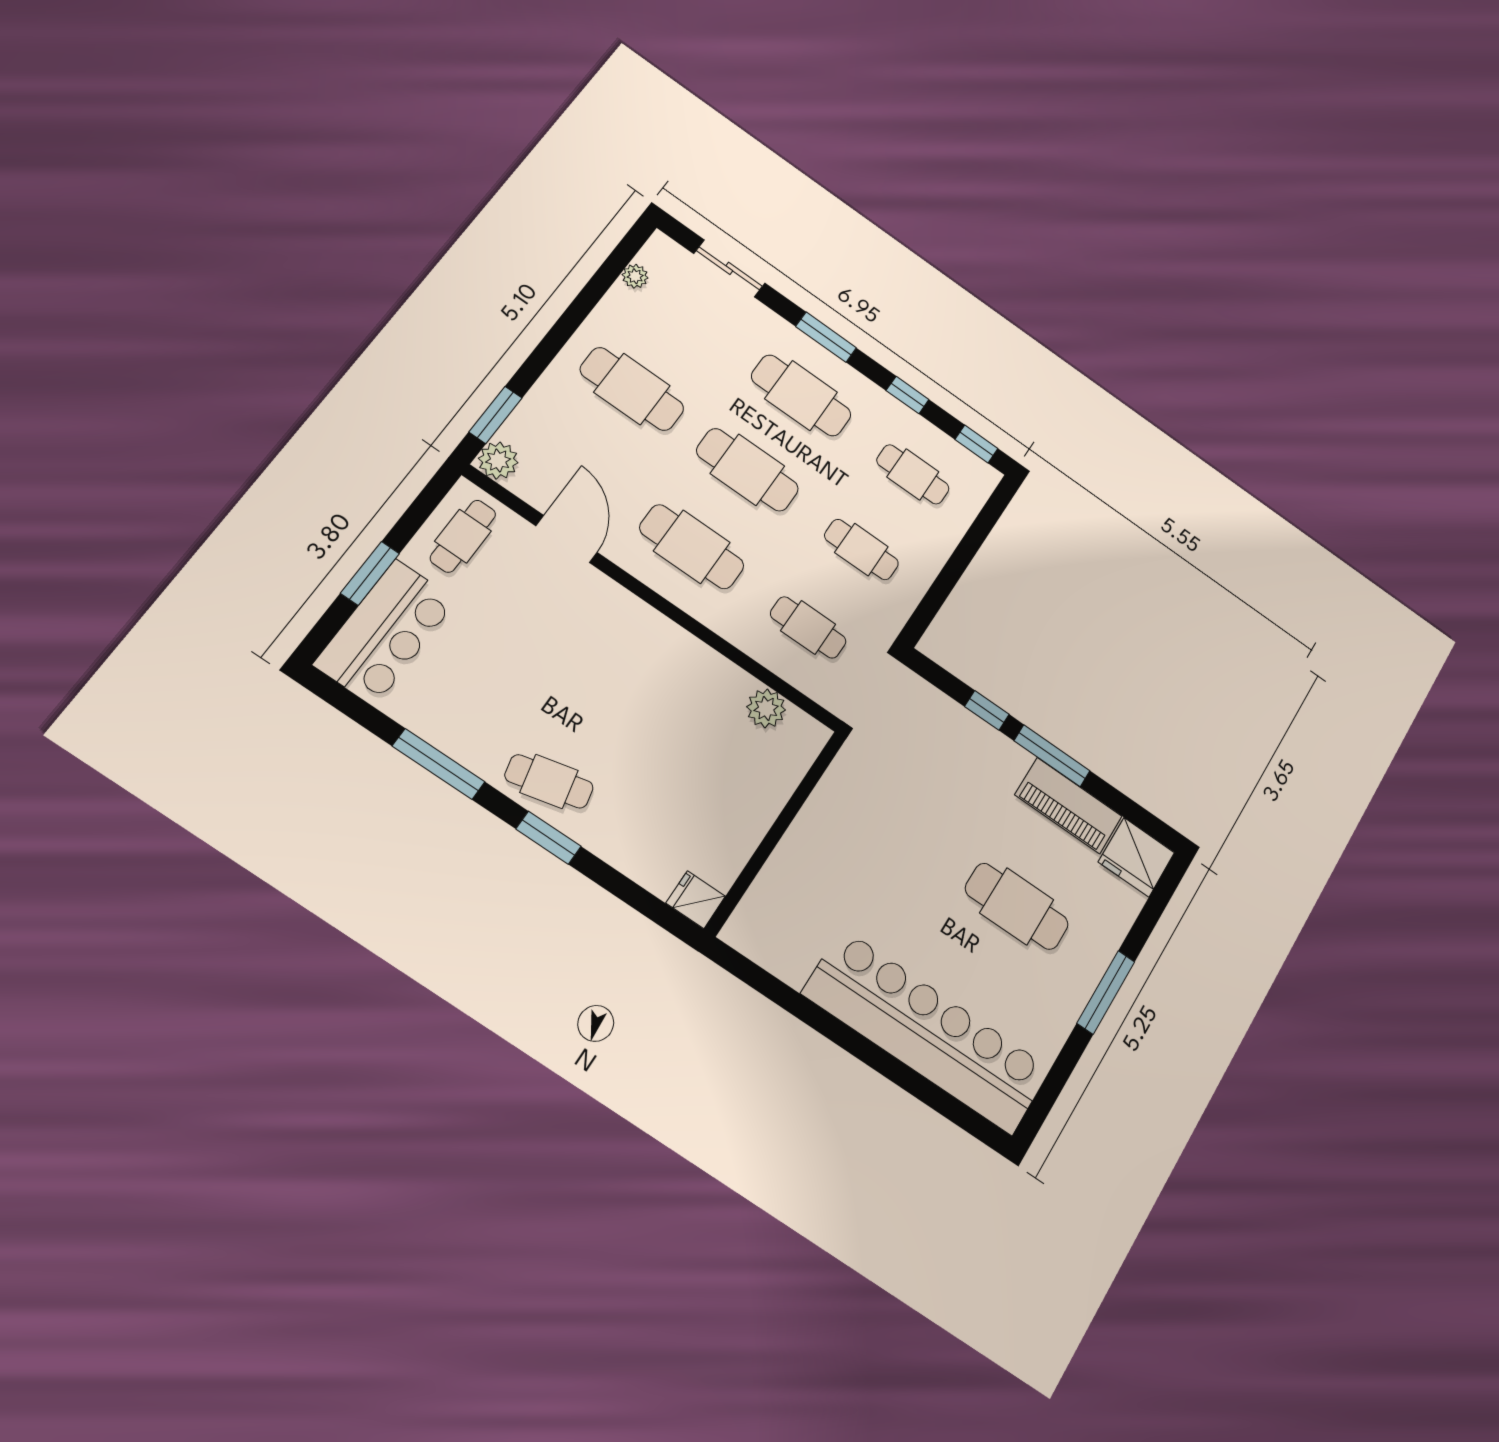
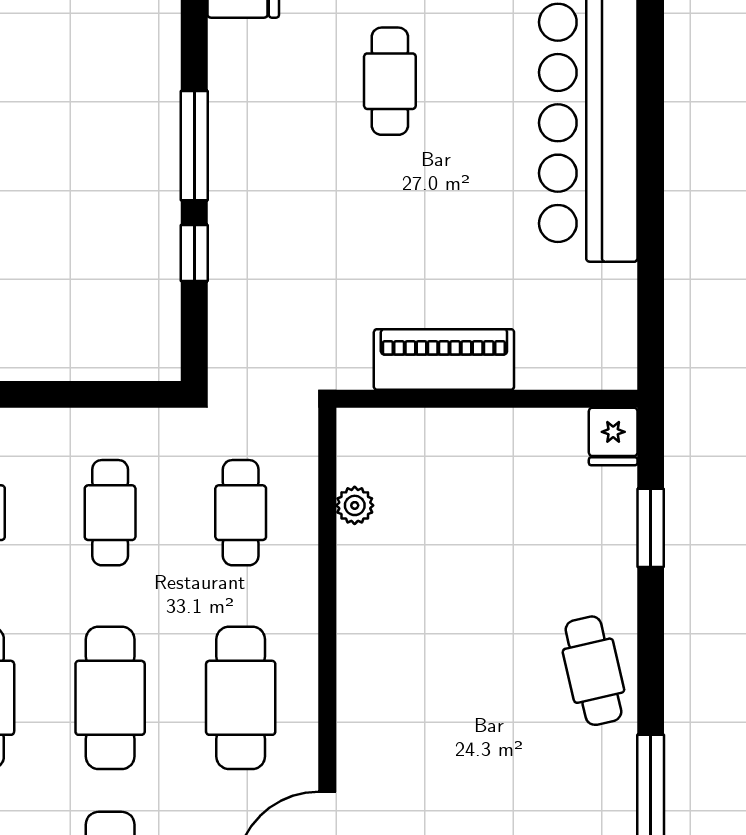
plant: (766, 708) -> (355, 505), width x0.73, depth x0.73
piano: (1068, 806) -> (444, 359), moved, turned -90
window: (548, 838) -> (651, 528), moved
cafe table: (1017, 906) -> (390, 81), width x0.73, depth x0.74

